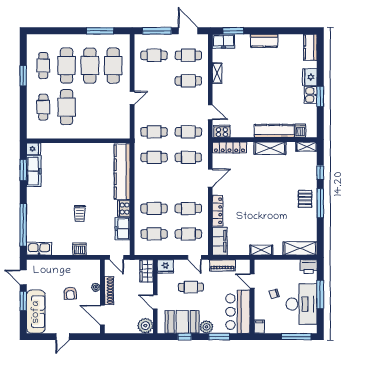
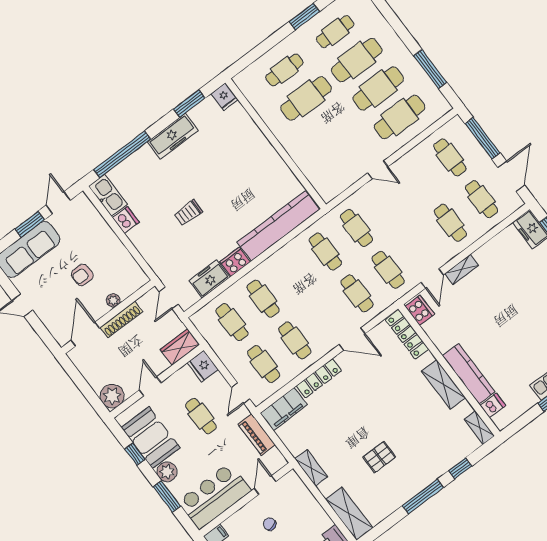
shelving: (217, 73) -> (462, 269), moved
freezer: (34, 171) -> (173, 136), moved
pallet: (305, 199) -> (379, 457), moved
dishwasher: (79, 249) -> (126, 220), moved

